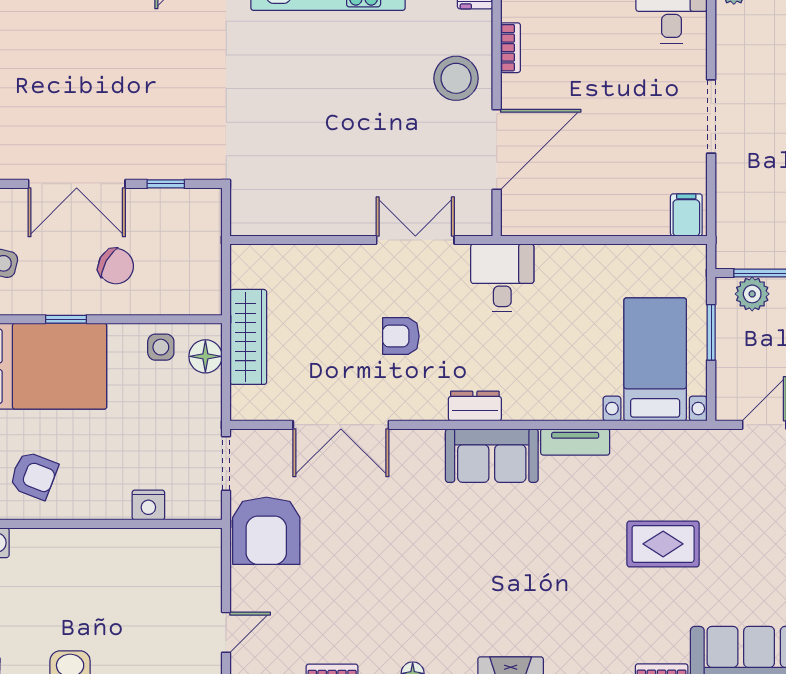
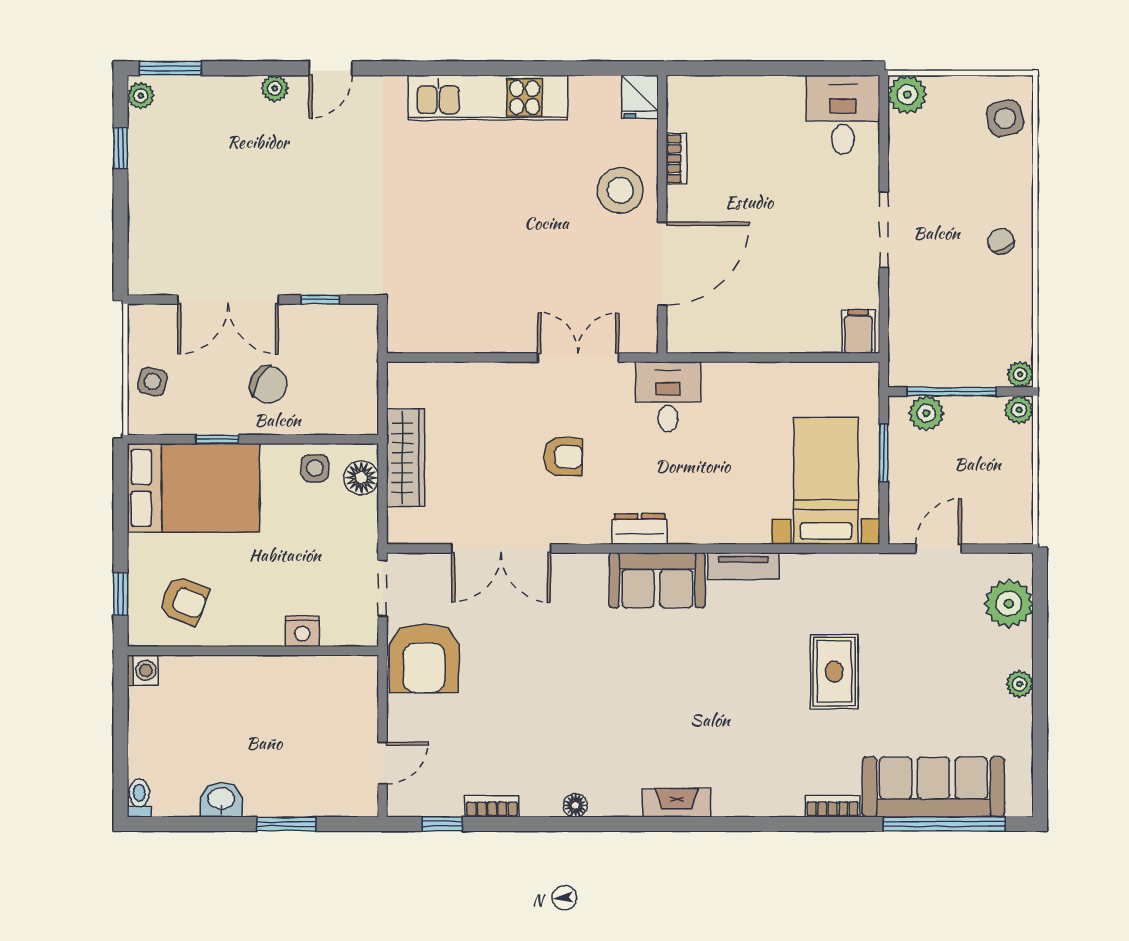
armchair: (401, 336) -> (563, 457), turned 180
rug: (663, 544) -> (834, 672), turned 90

